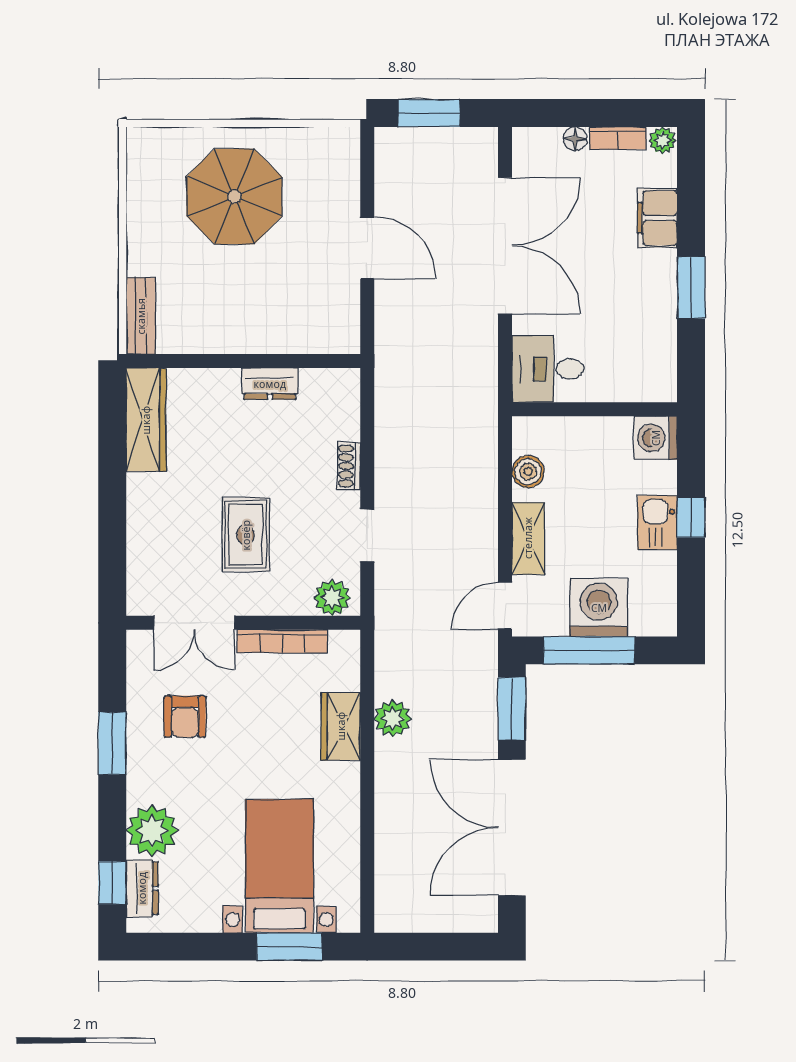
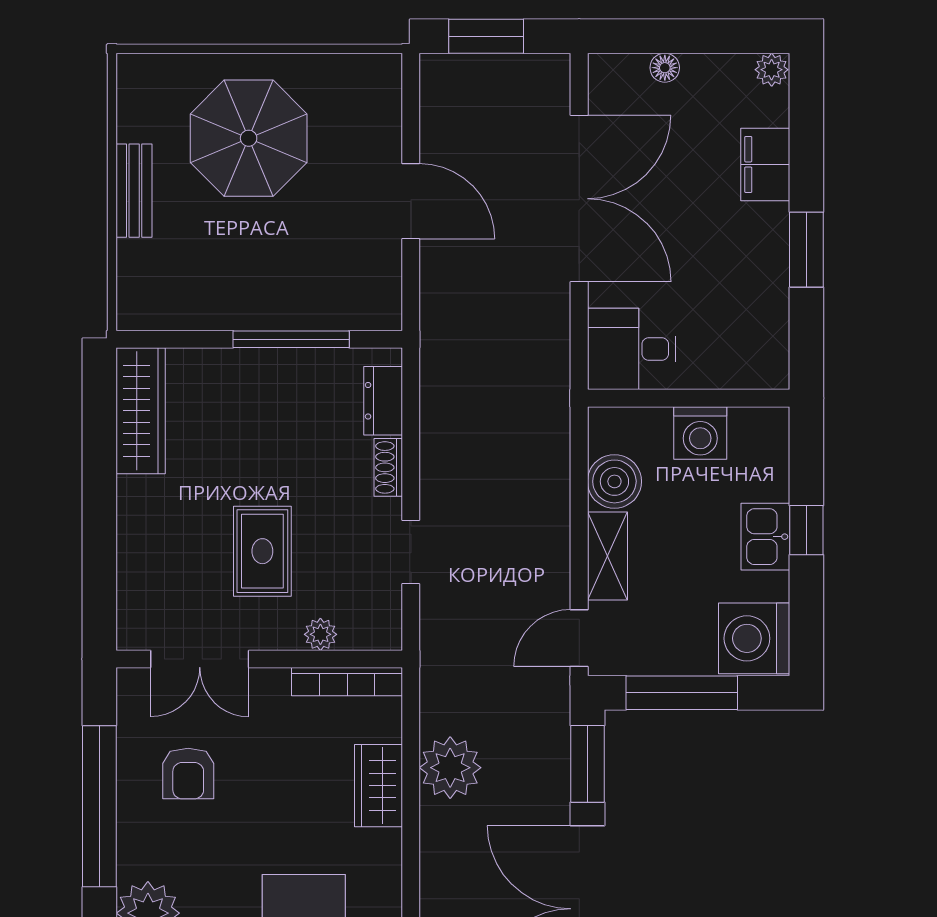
bookcase: (618, 138) -> (717, 67), removed
bench: (141, 316) -> (134, 191), moved
window: (269, 361) -> (291, 339), added
dresser: (270, 384) -> (383, 401), moved, turned 90
washing machine: (656, 438) -> (700, 433), moved, turned -90
boiler: (528, 472) -> (614, 481), width x1.36, depth x1.36
plant: (332, 598) -> (320, 634), moved, width x0.73, depth x0.73
washing machine: (599, 608) -> (754, 638), moved, turned -90
bookcase: (282, 641) -> (347, 682), moved
plant: (393, 719) -> (450, 768), width x1.36, depth x1.36
window: (112, 743) -> (99, 806), width x2.11

